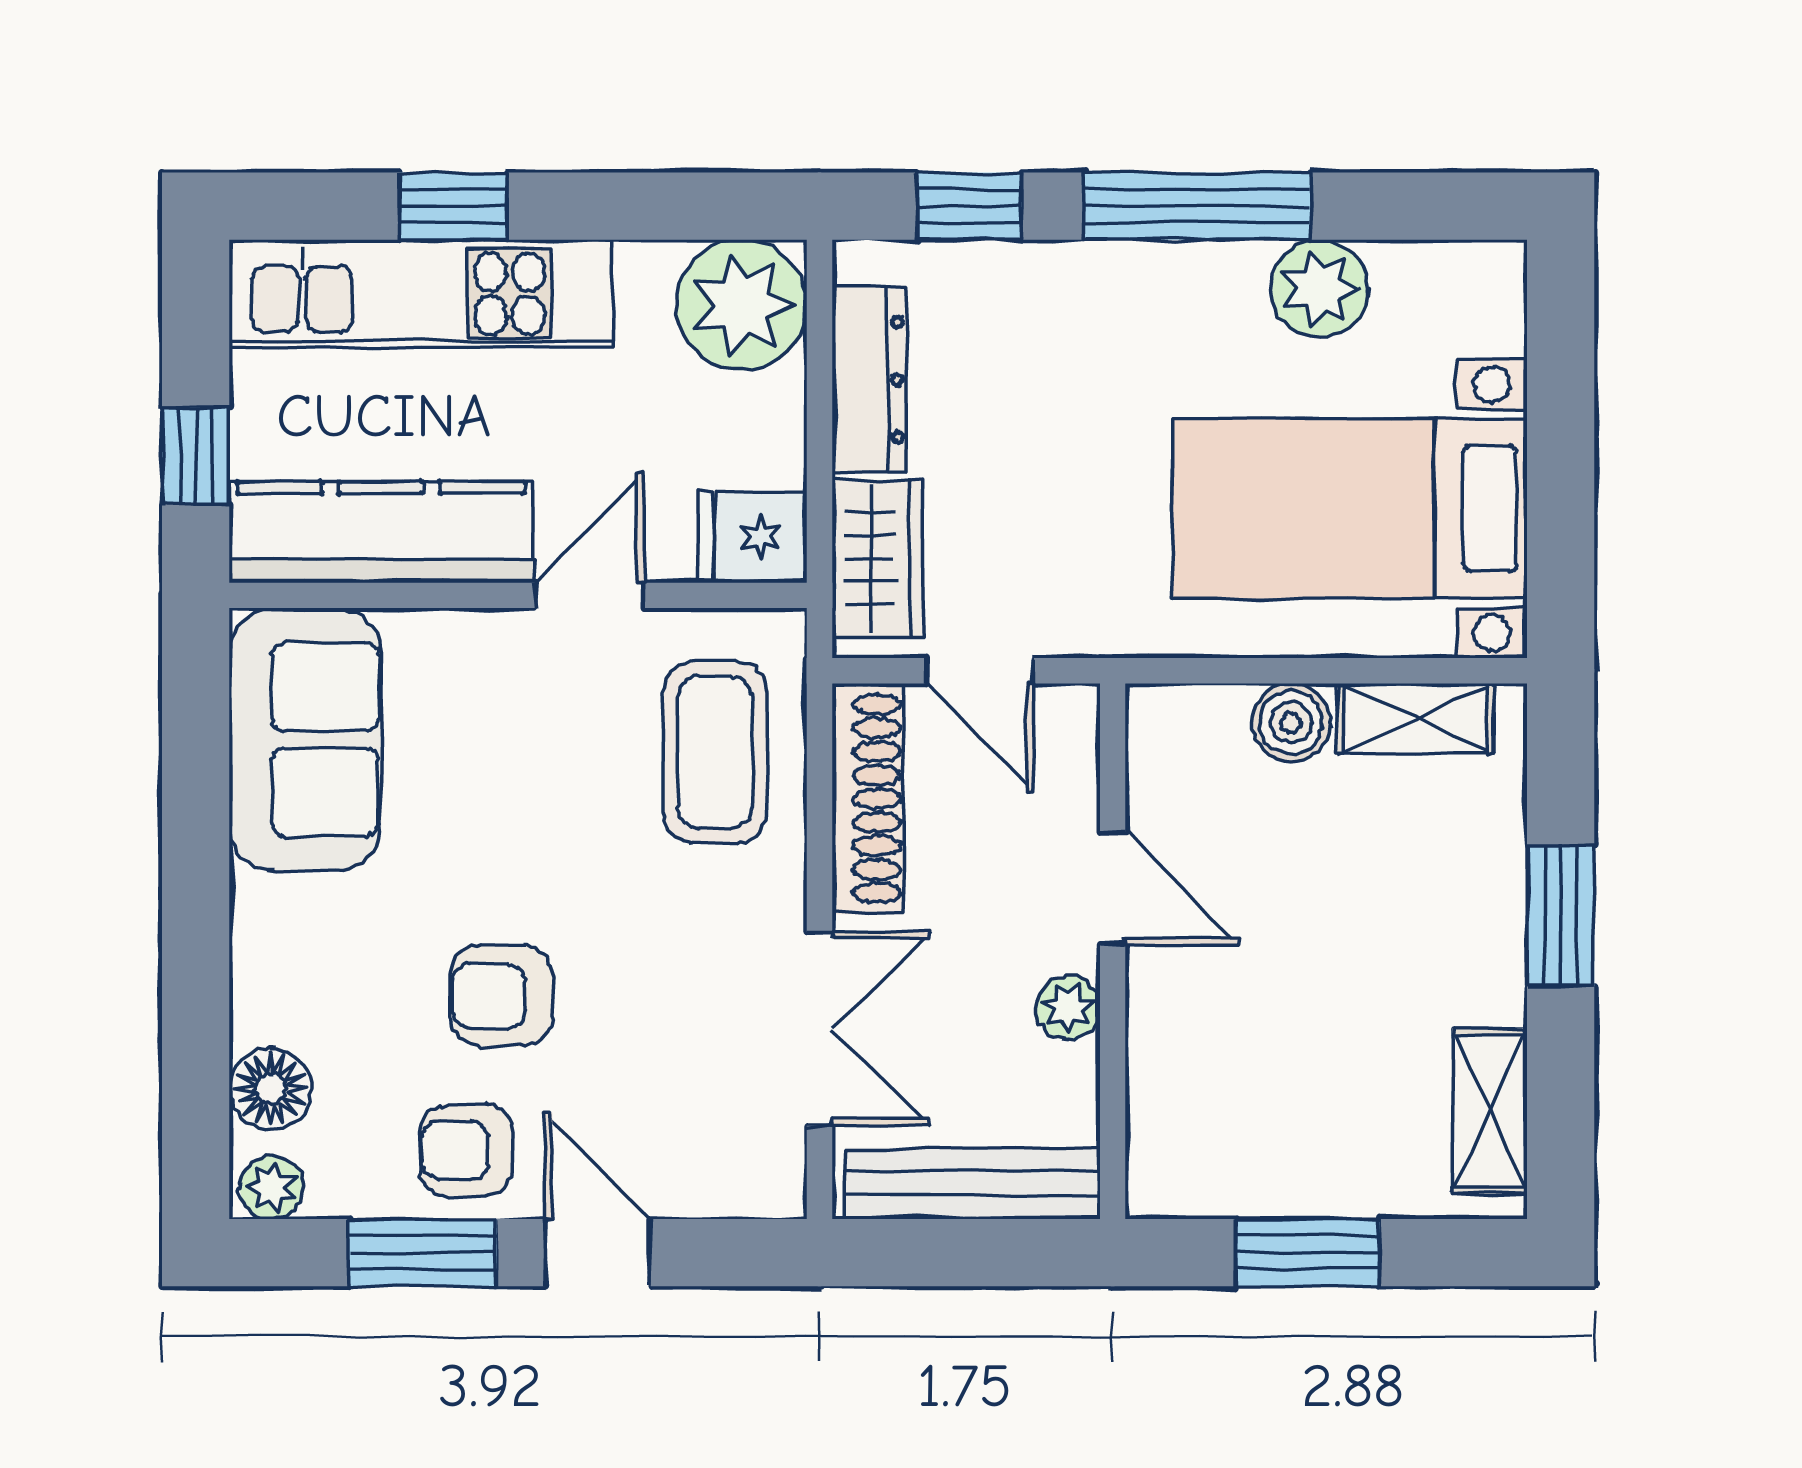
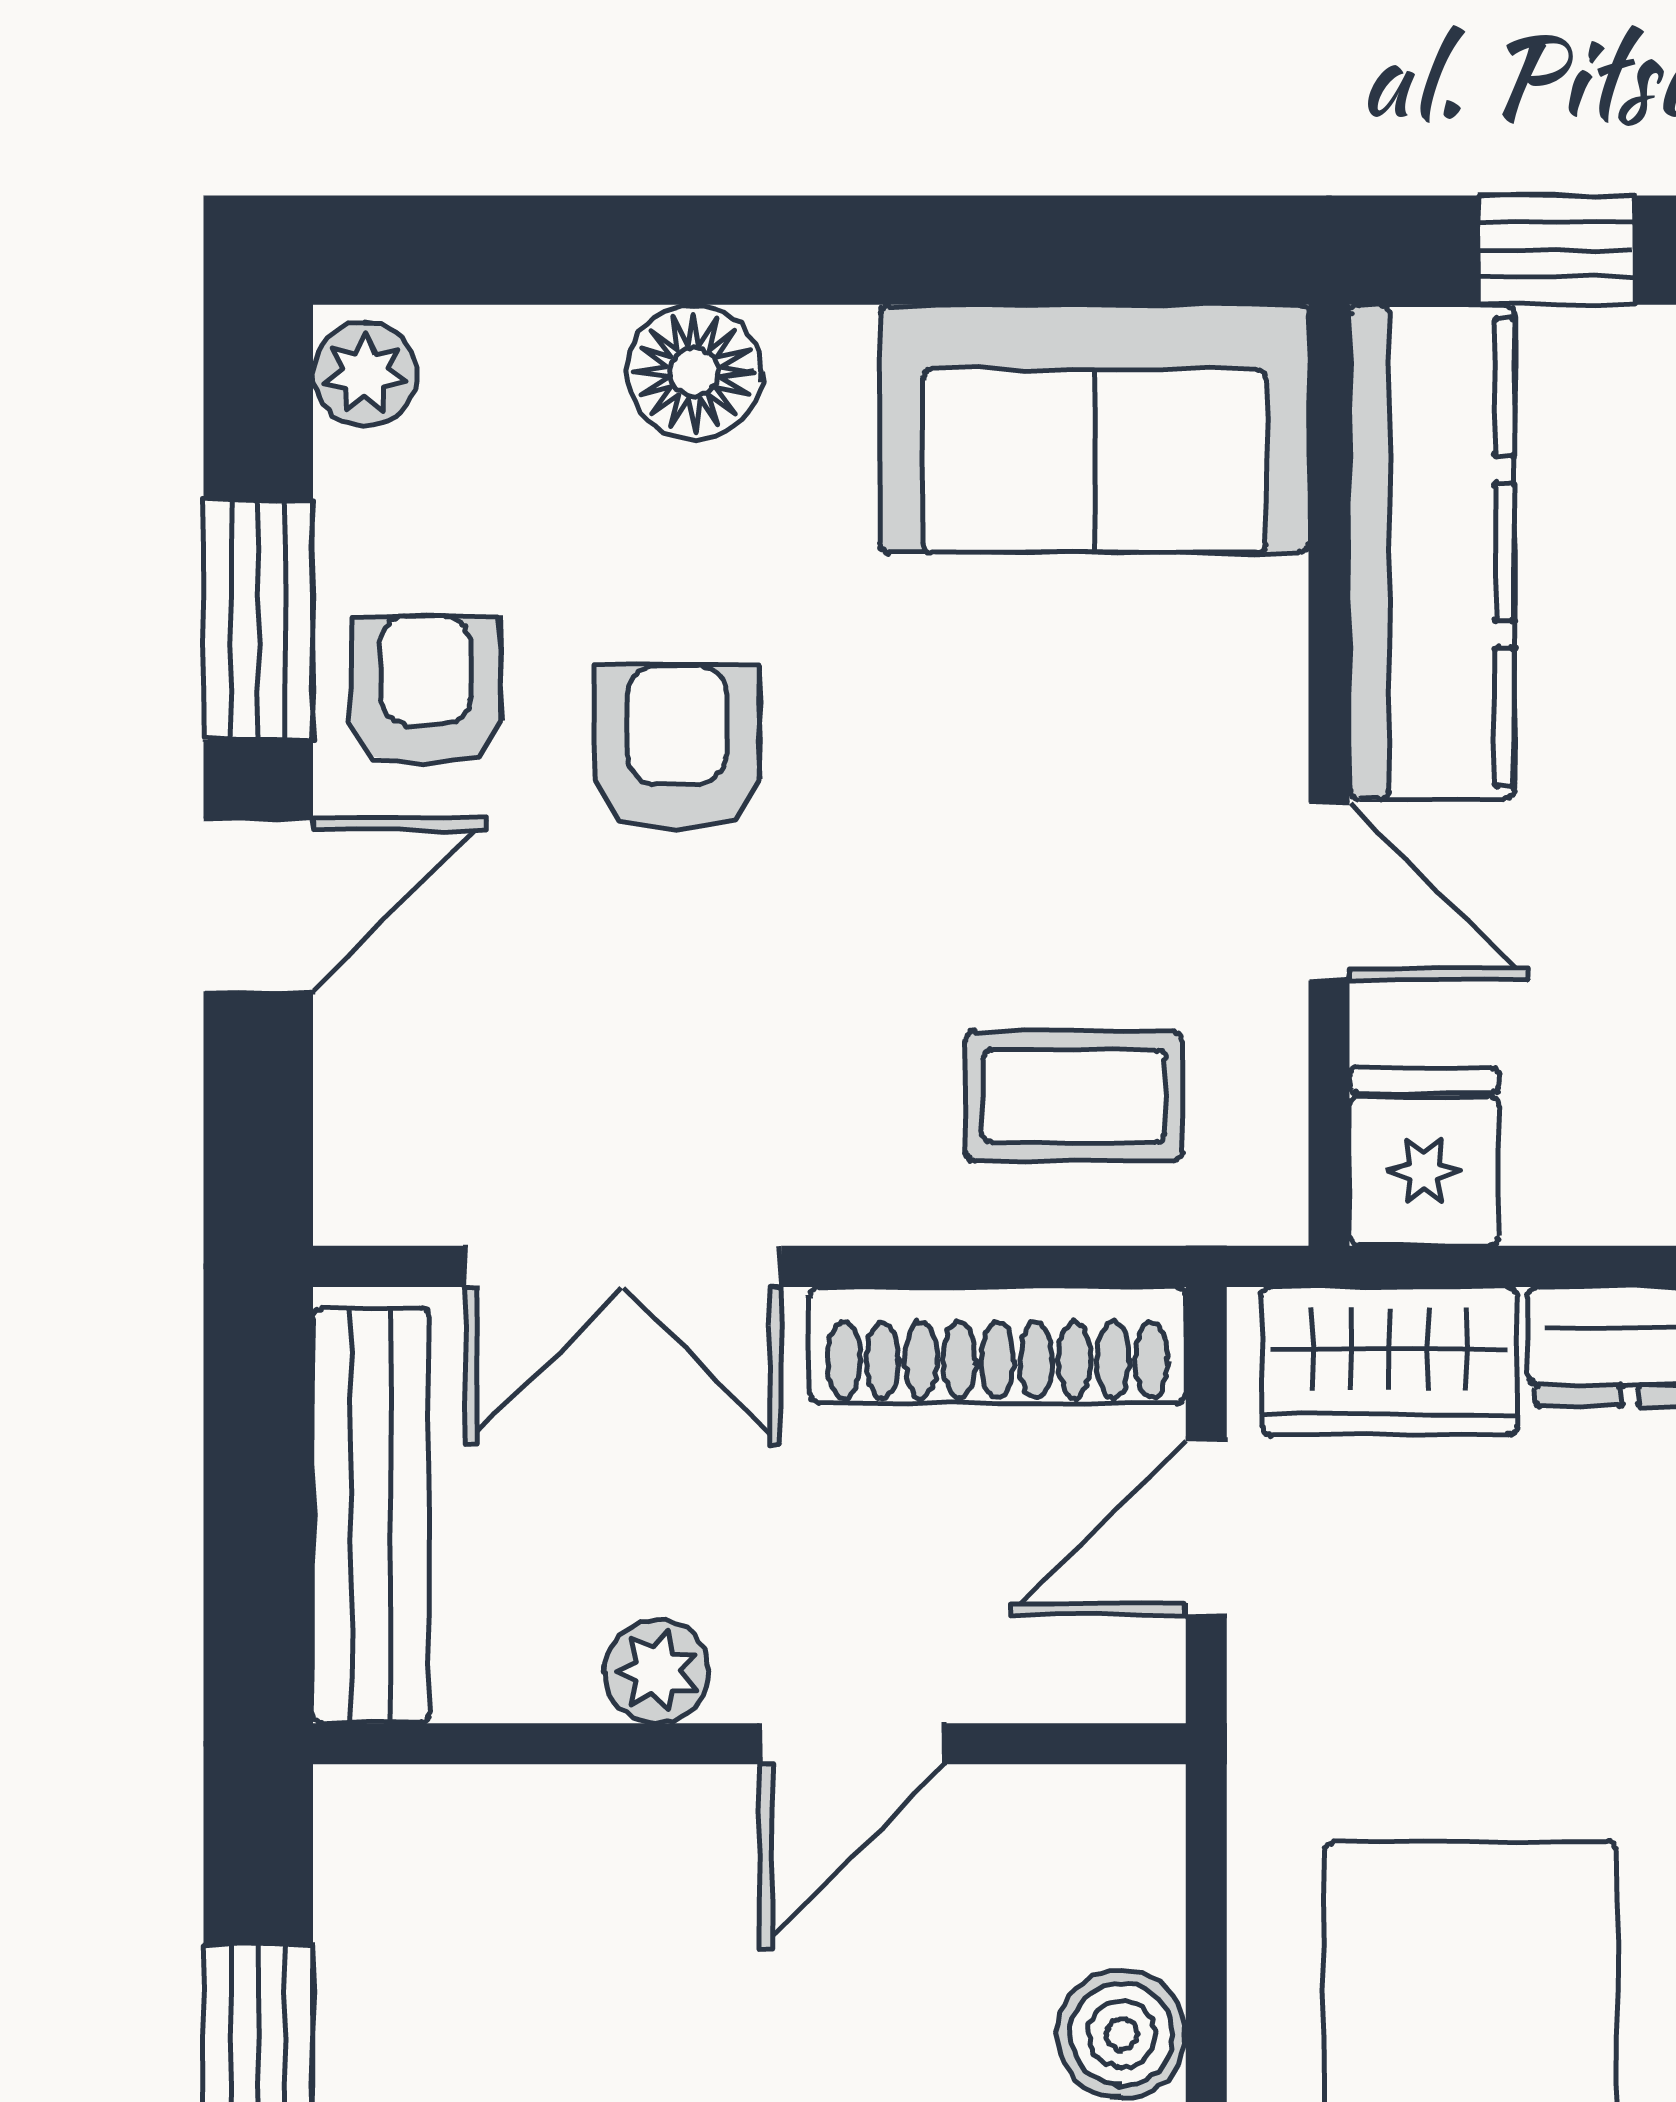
coffee table: (715, 752) -> (1074, 1096), width x0.73, depth x0.77
floor lamp: (271, 1089) -> (694, 372), moved

